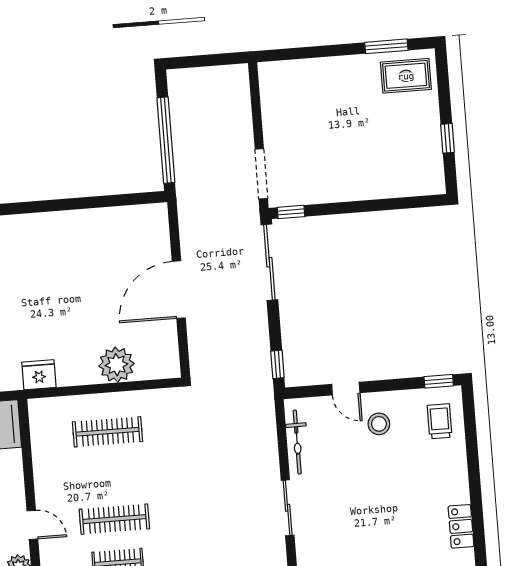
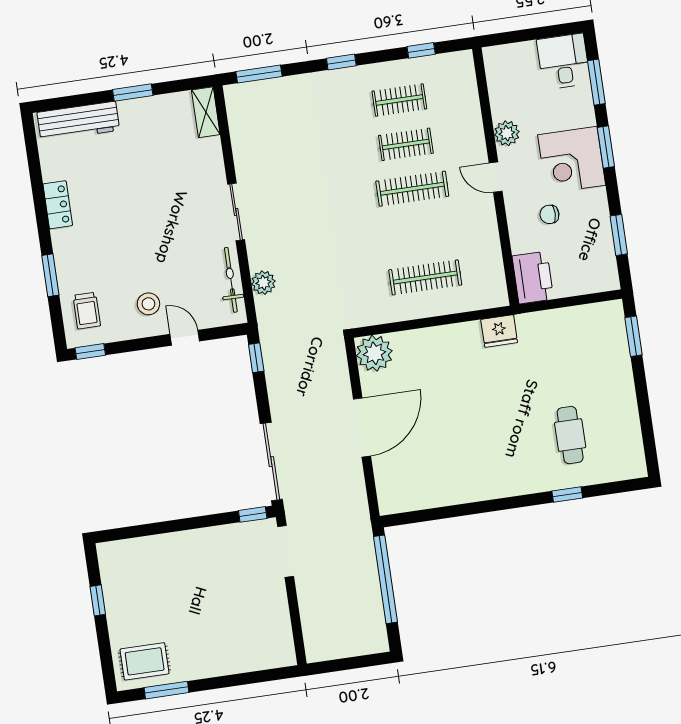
plant: (117, 365) -> (374, 353), moved
plant: (266, 437) -> (263, 283), added
window: (473, 458) -> (50, 275), added

